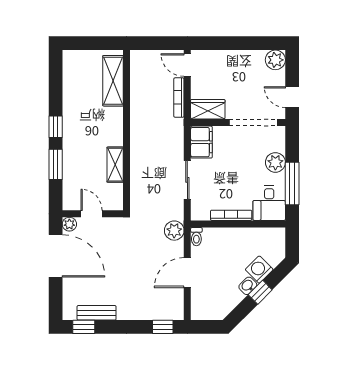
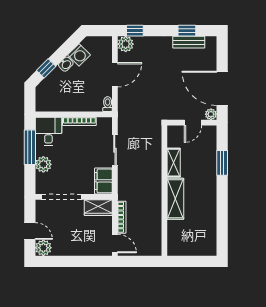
shelving: (113, 81) -> (175, 199), moved
door: (292, 97) -> (30, 231), moved
window: (56, 127) -> (222, 193), removed
door: (91, 214) -> (193, 123), hinge flipped
plant: (174, 231) -> (126, 44), moved
washing machine: (259, 270) -> (79, 55), moved
window: (260, 292) -> (46, 68), moved
window: (84, 327) -> (187, 31), moved

